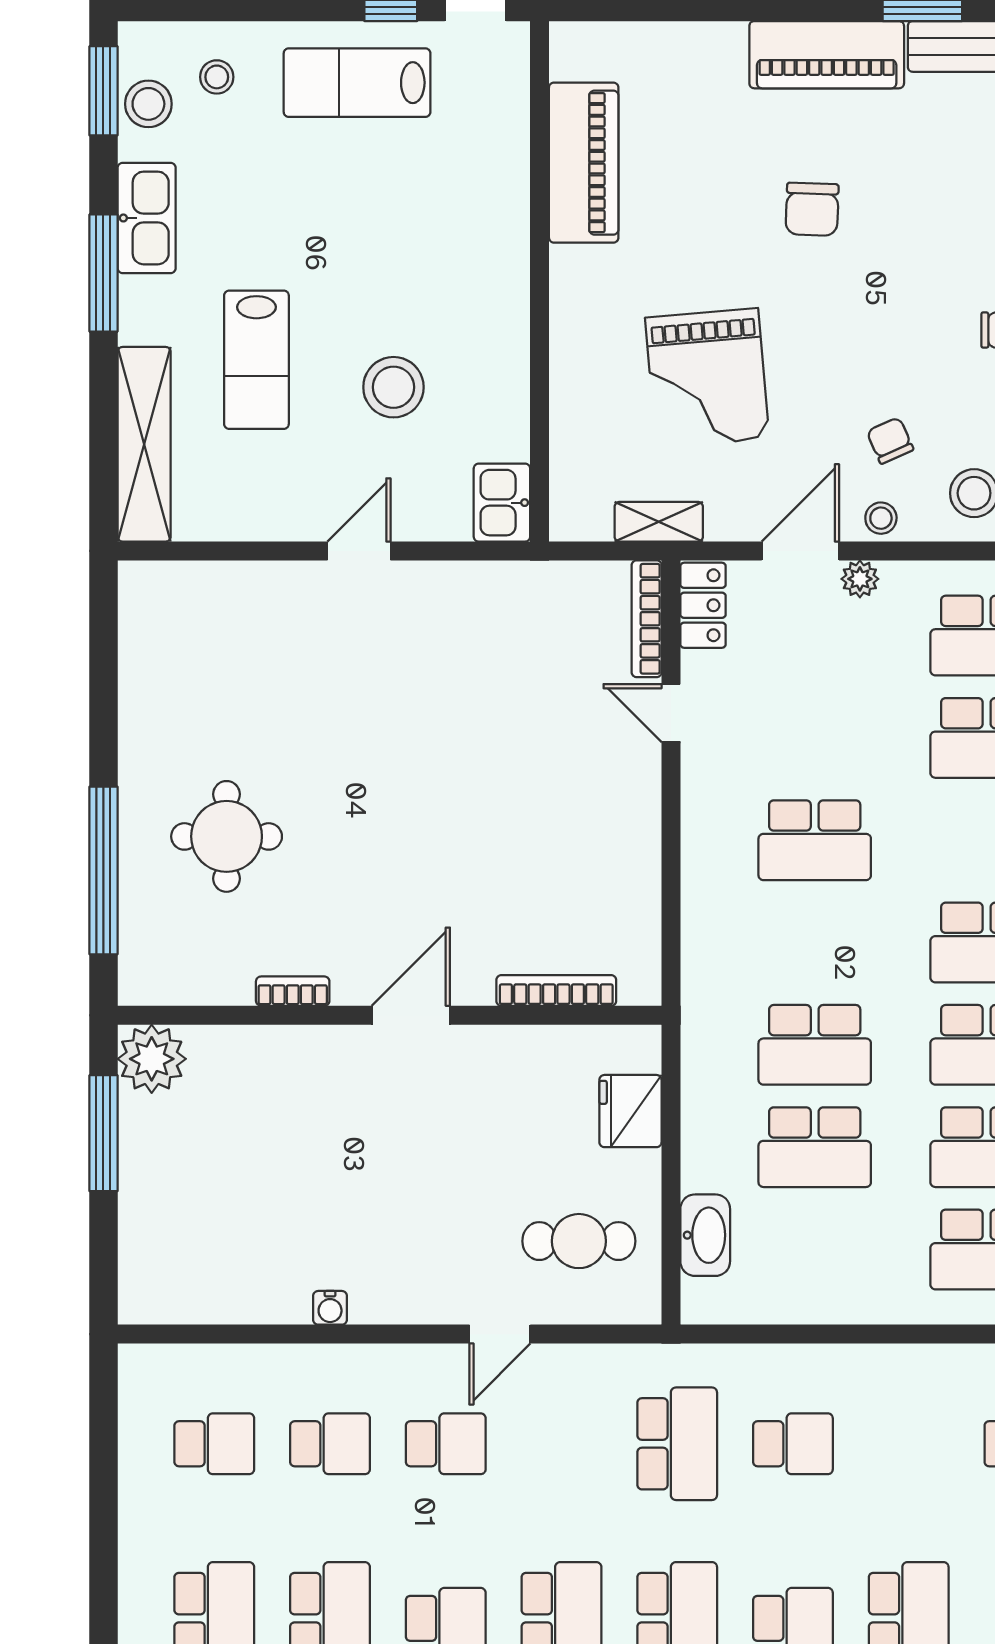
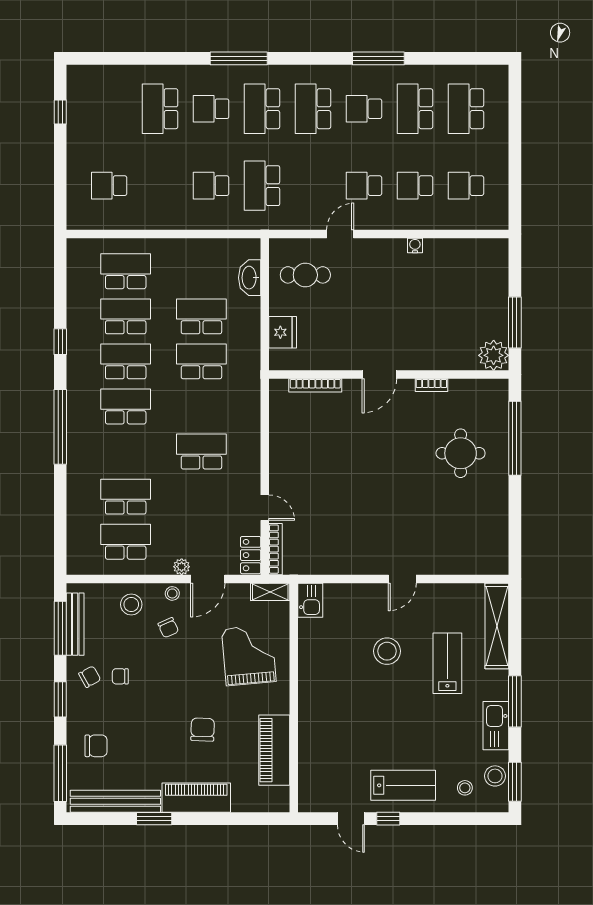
piano: (584, 163) -> (274, 750), moved
wall: (540, 281) -> (294, 698), moved
kitchen sink: (502, 503) -> (310, 600), moved

